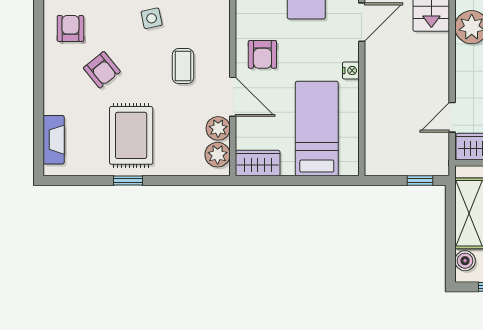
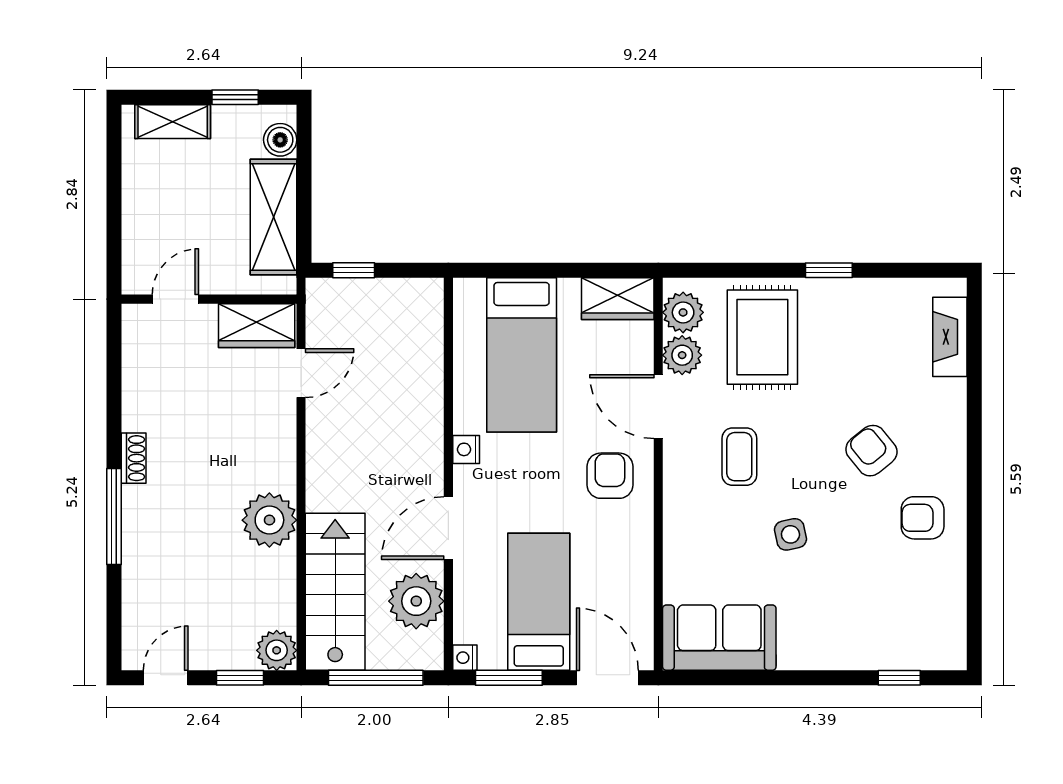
armchair: (70, 28) -> (923, 518), turned 90
rug: (131, 135) -> (762, 337), moved

